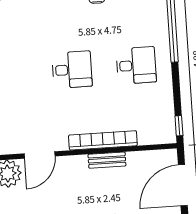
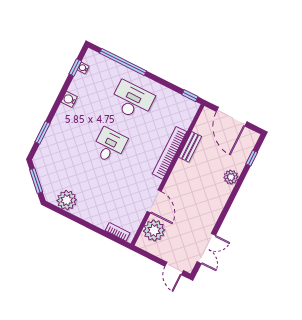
desk: (136, 65) -> (132, 101), width x1.37
bench: (107, 160) -> (190, 147), moved

